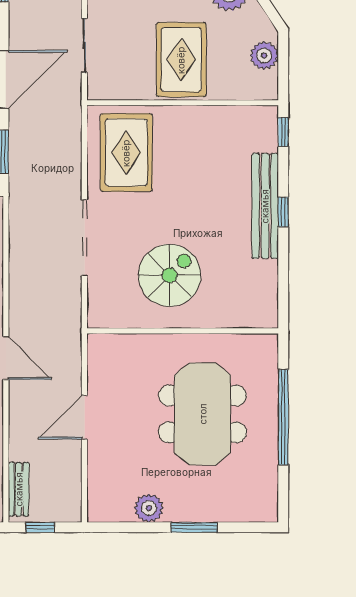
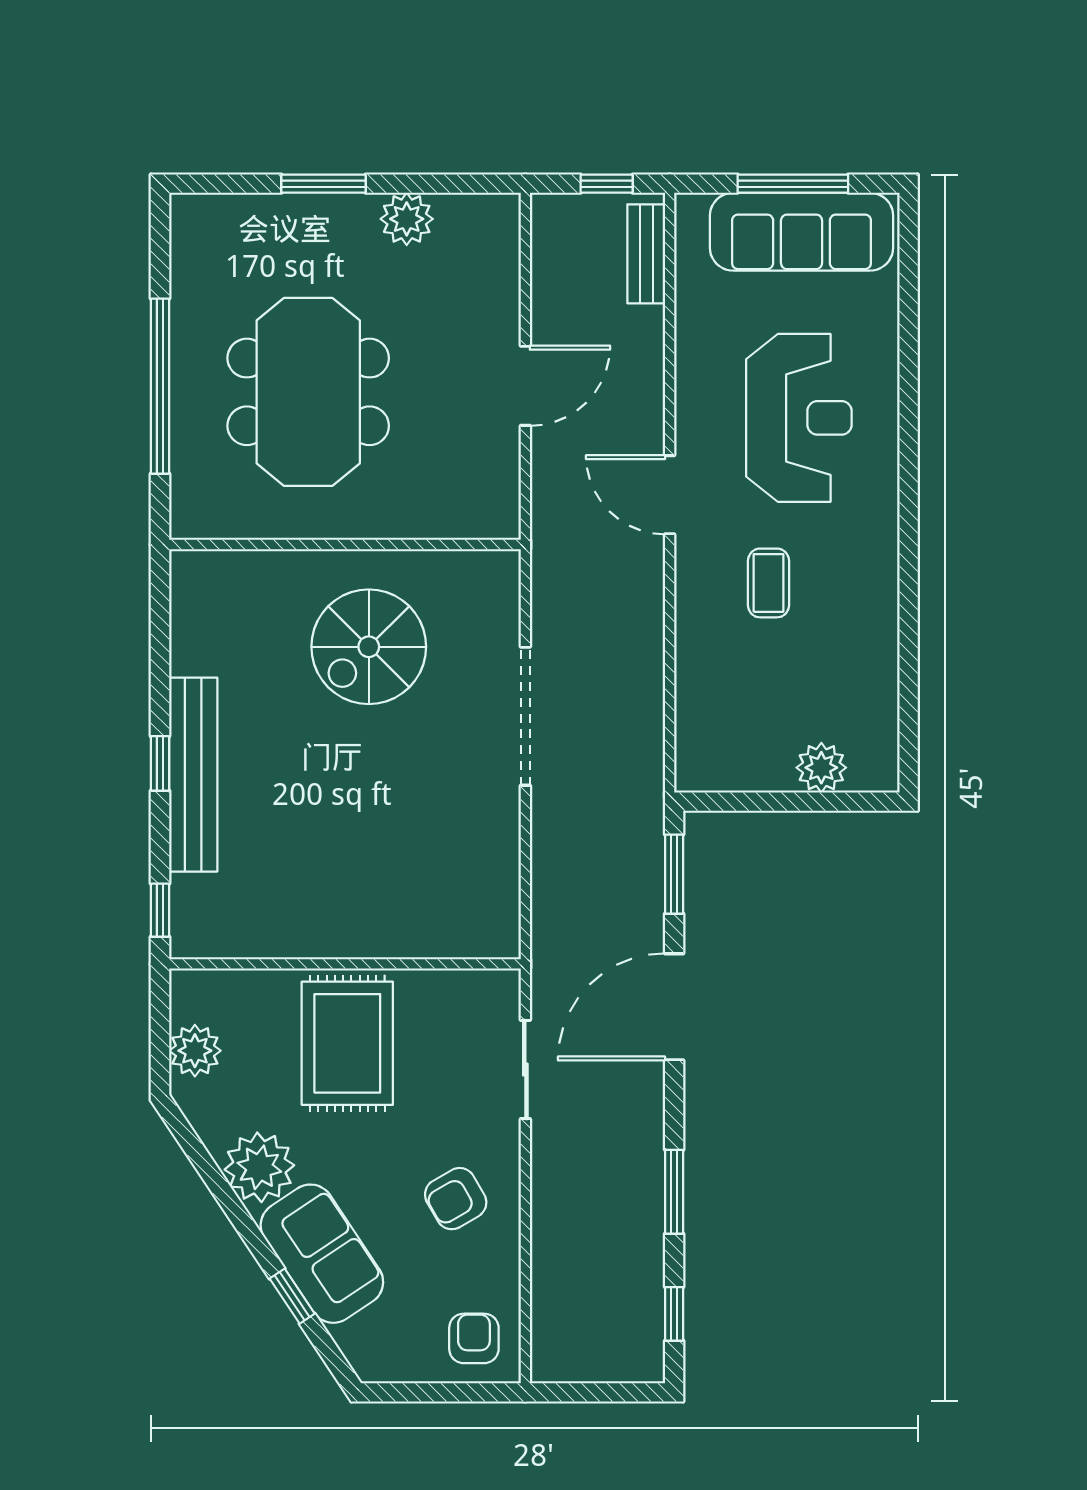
rug: (126, 153) -> (448, 872), removed

